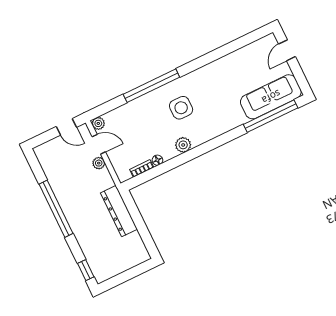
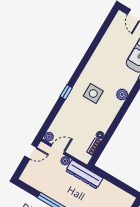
window: (151, 86) -> (66, 92), width x0.32
plant: (183, 145) -> (122, 94), moved
dresser: (119, 211) -> (84, 174), moved

